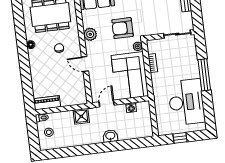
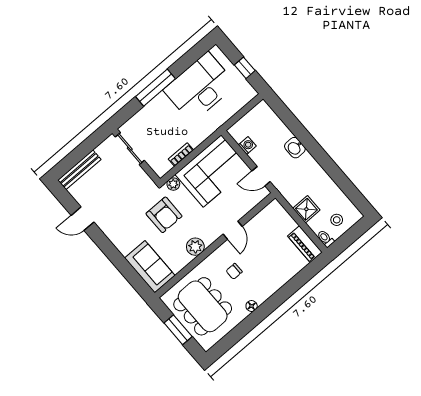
shower: (81, 116) -> (306, 209), moved

